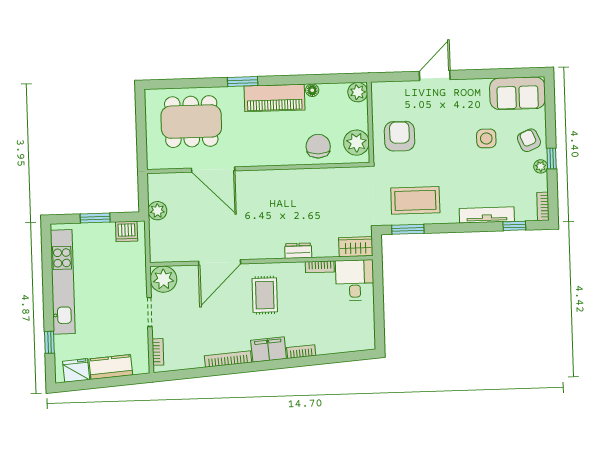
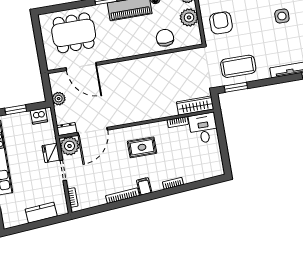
plant: (356, 143) -> (189, 17), moved
door: (213, 169) -> (81, 66), moved
wardrobe: (356, 247) -> (195, 106), width x1.50
dresser: (298, 251) -> (67, 129), moved
door: (220, 262) -> (93, 131), moved
rug: (265, 295) -> (142, 147), turned 90
filing cabinet: (269, 349) -> (144, 186), width x0.50
fridge: (76, 370) -> (51, 153), moved, turned -86

